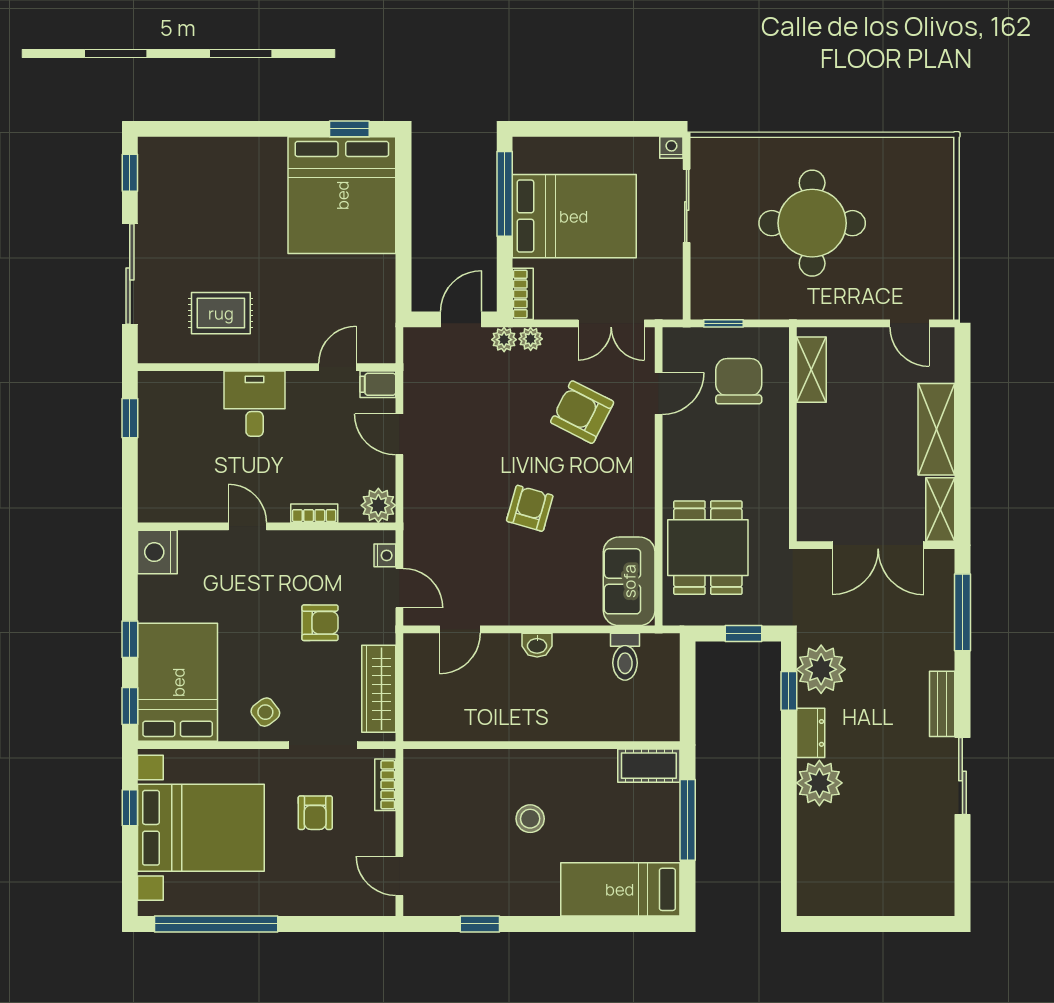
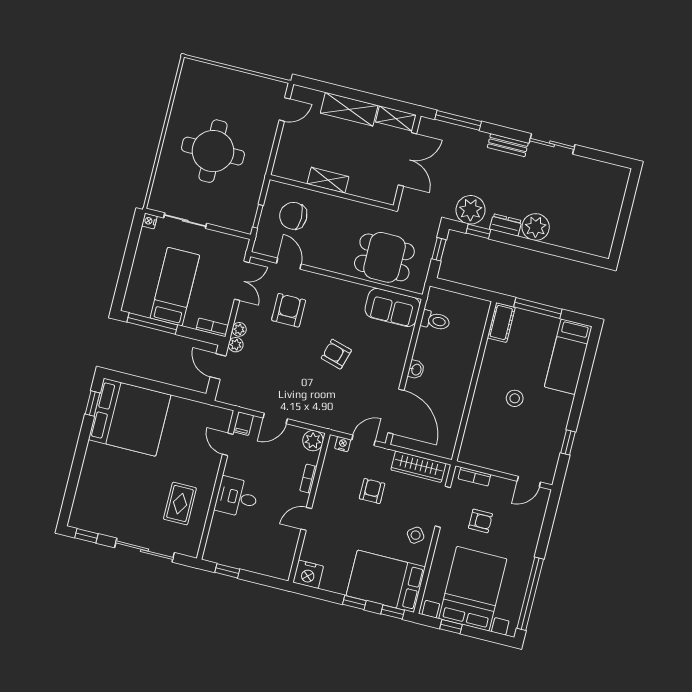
bed: (574, 216) -> (175, 287), width x0.67
shelving: (811, 370) -> (328, 180), moved
armchair: (582, 412) -> (289, 310), turned 153
door: (460, 629) -> (396, 412), width x1.87

